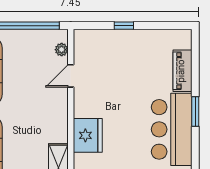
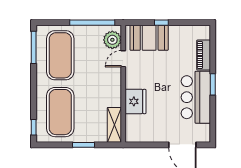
booth: (107, 47) -> (149, 38), added
plant: (62, 50) -> (112, 40), width x1.87, depth x1.87

